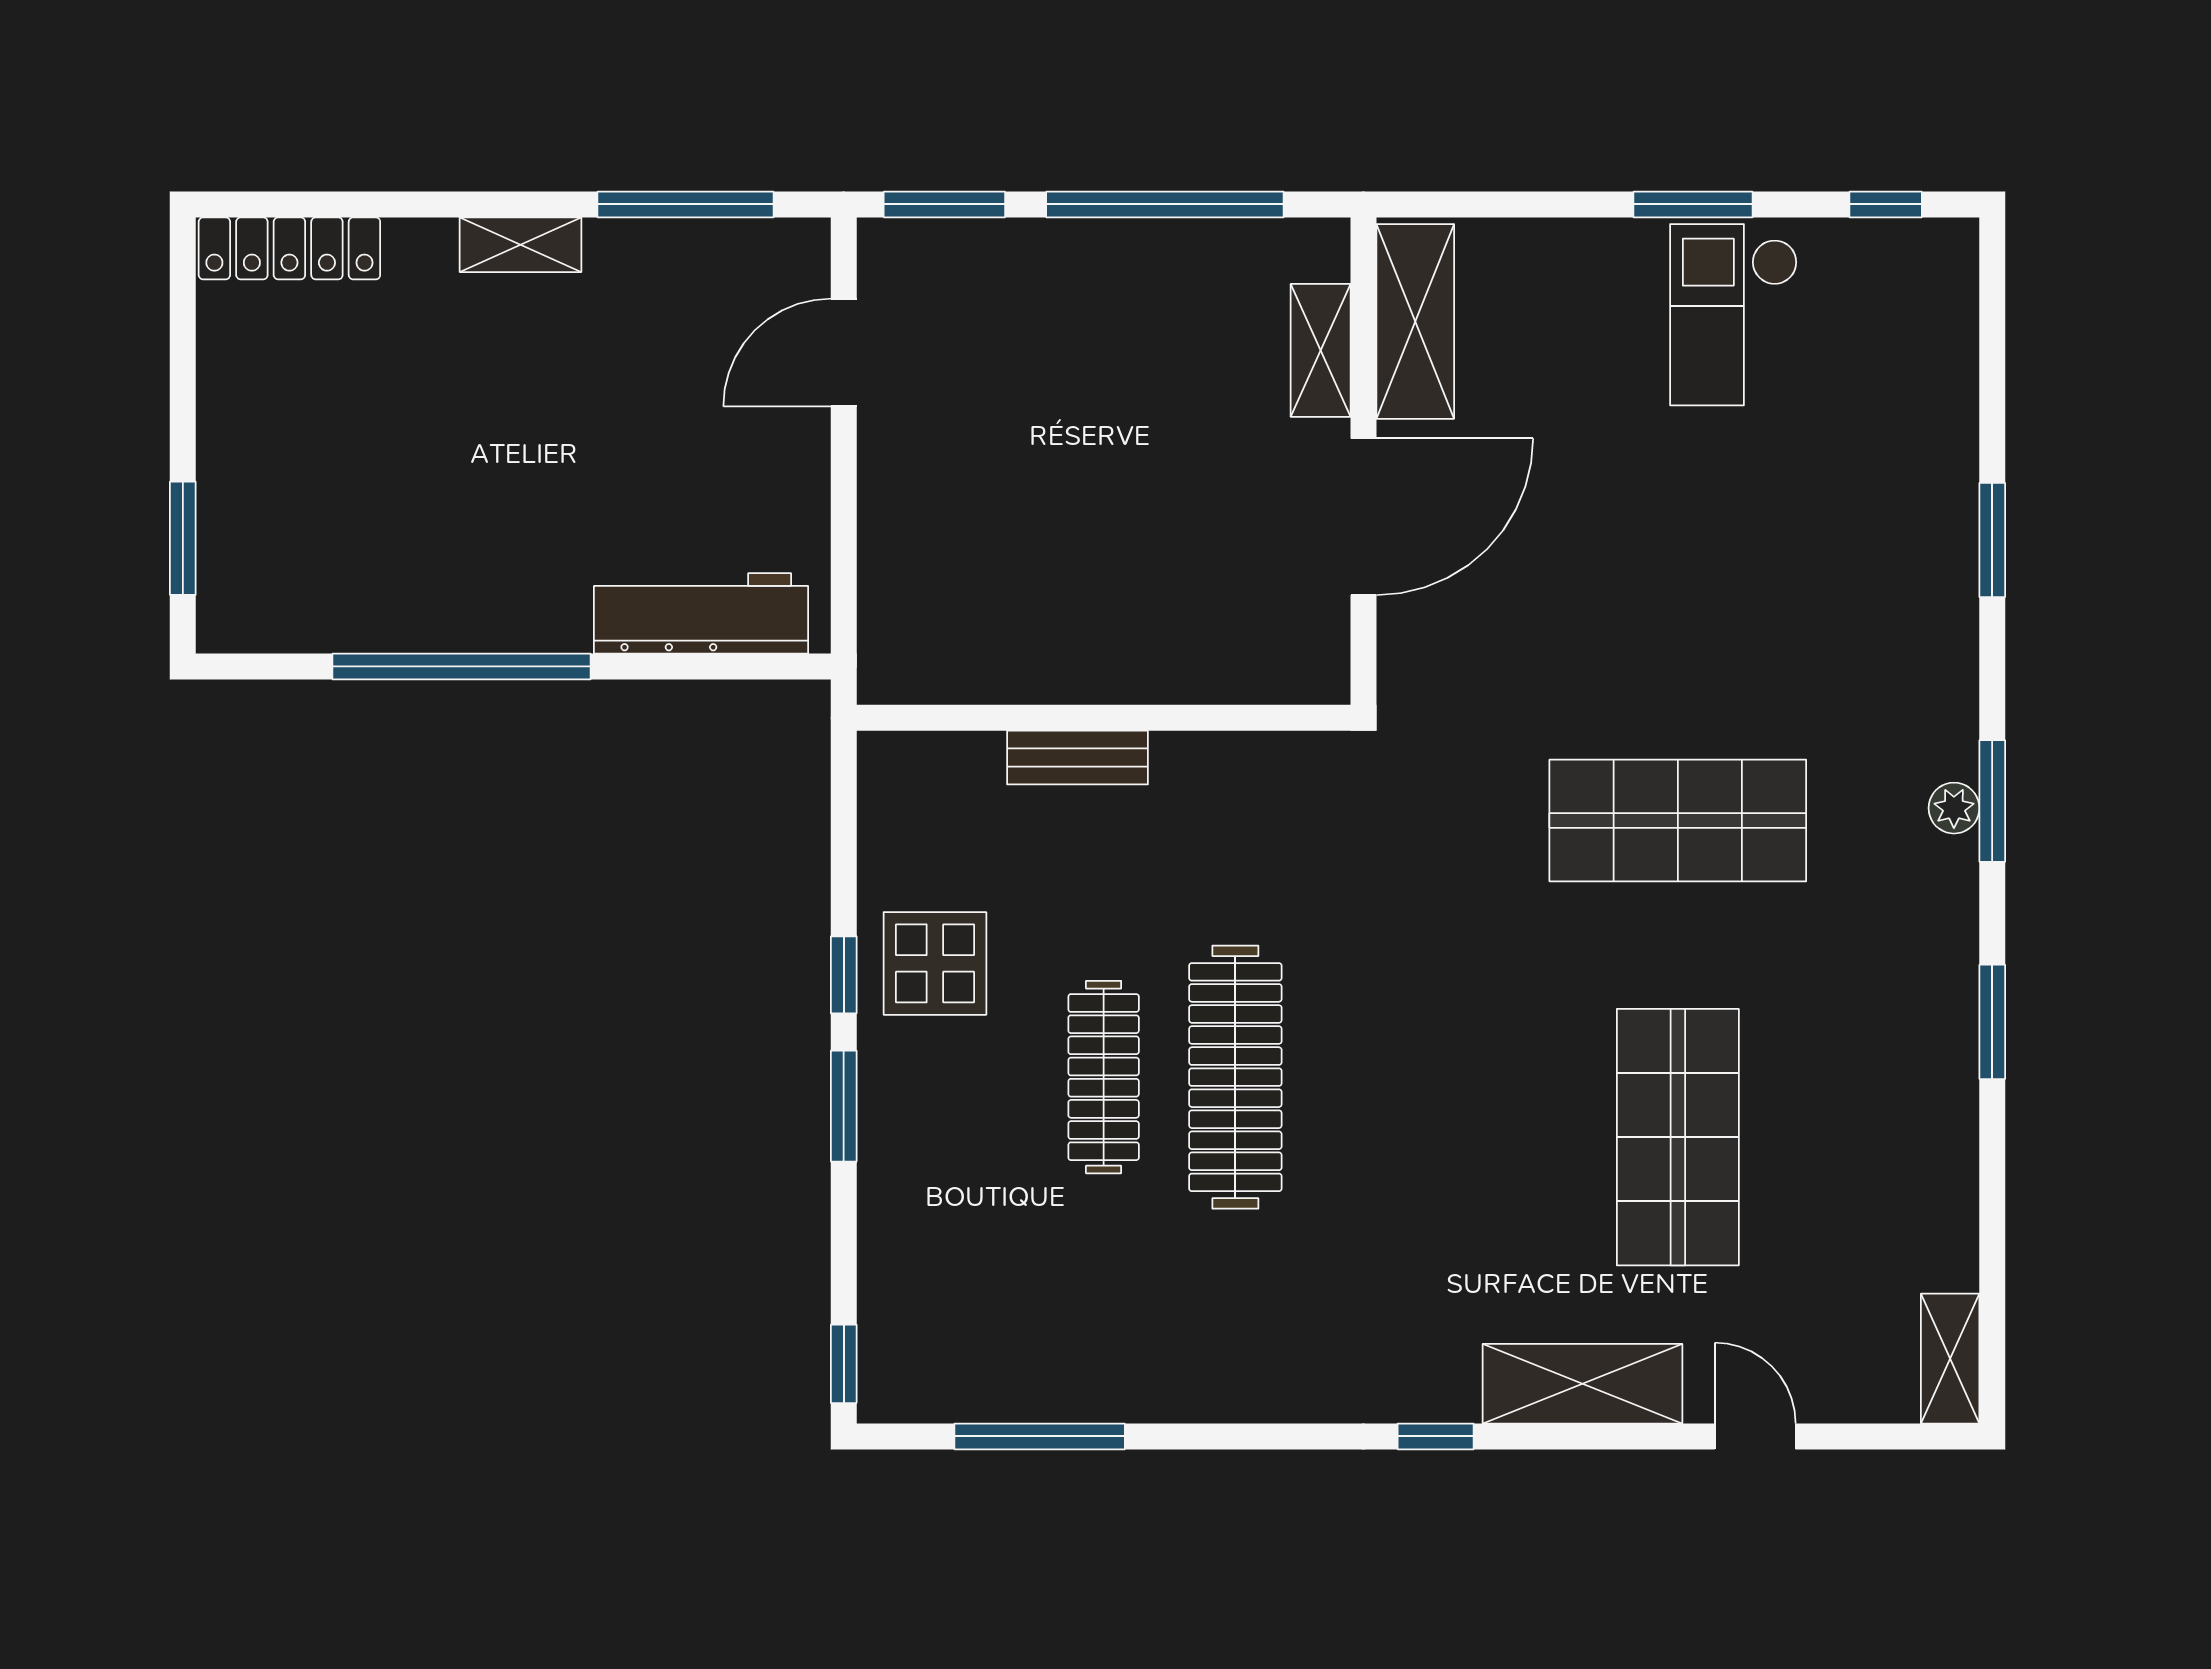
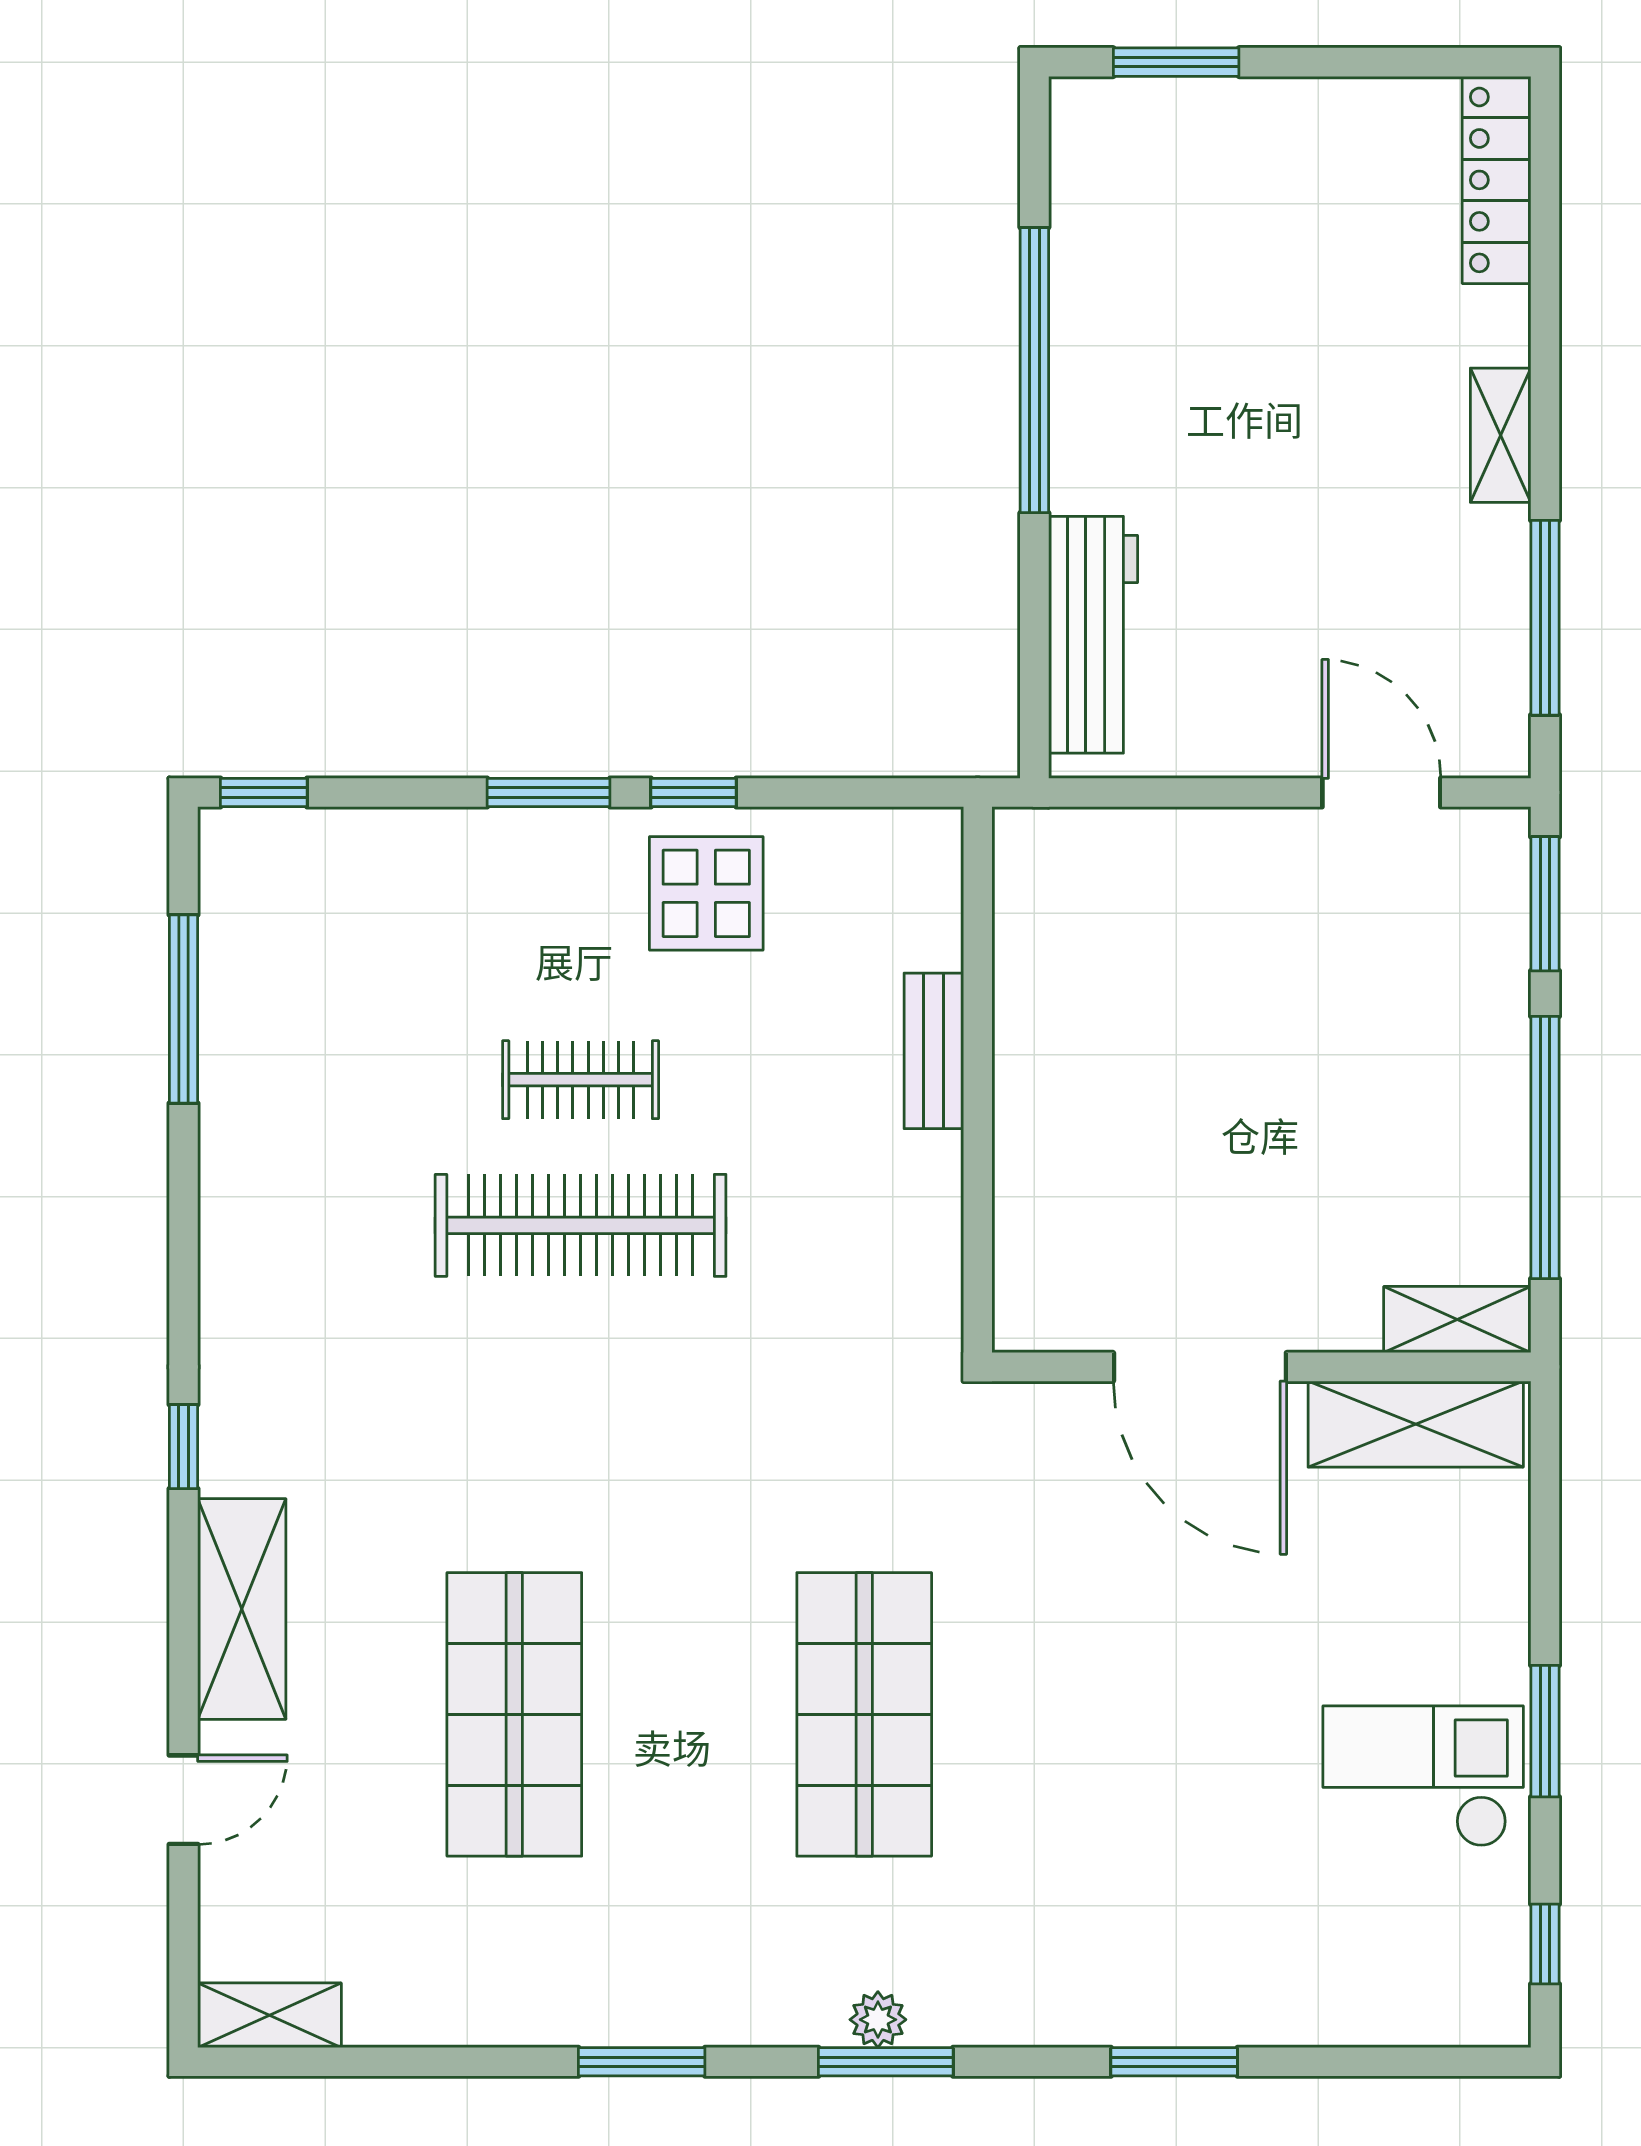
shelving: (1321, 350) -> (1457, 1320), moved
clothes rail: (1104, 1077) -> (581, 1080), width x0.73
shop shelf: (1678, 1137) -> (514, 1714), turned 90

